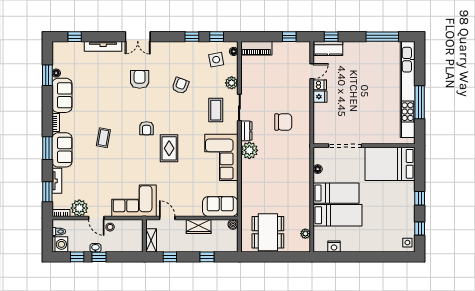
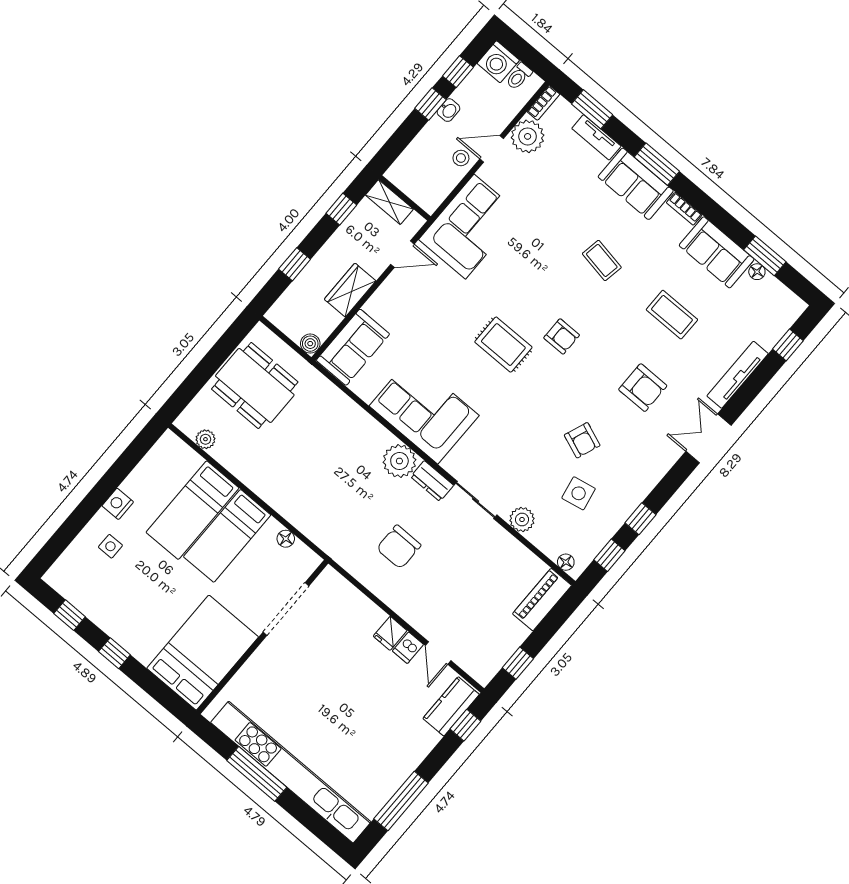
side table: (216, 60) -> (579, 493), moved
coffee table: (216, 110) -> (672, 315), moved
armchair: (147, 128) -> (562, 336), turned 180
side table: (407, 243) -> (110, 546), moved
nightstand: (334, 247) -> (118, 504), moved

